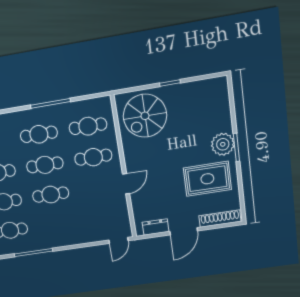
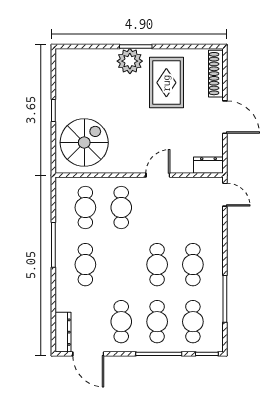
spiral stairs: (145, 116) -> (84, 143), turned -90
cafe table: (45, 165) -> (193, 265), moved
door: (126, 184) -> (158, 175), hinge flipped
dresser: (156, 227) -> (208, 165), moved, turned 90

